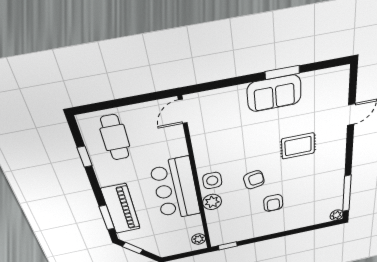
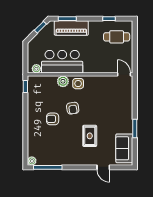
sofa: (274, 93) -> (124, 148), moved
bar counter: (176, 189) -> (62, 62), moved

